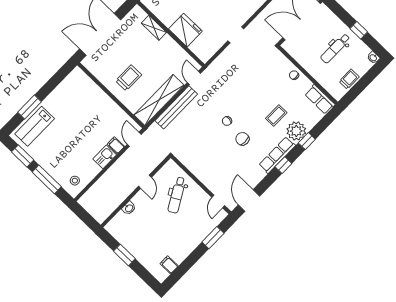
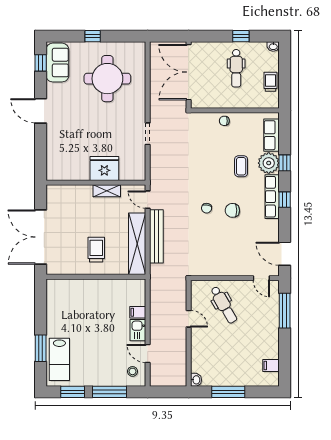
shelving: (154, 28) -> (107, 191), moved
row of seats: (320, 99) -> (272, 135), moved, turned 90
door: (134, 139) -> (148, 354), moved
washbasin: (129, 208) -> (196, 380), moved
window: (213, 238) -> (285, 311), width x1.44
window: (124, 255) -> (228, 392), width x1.44

